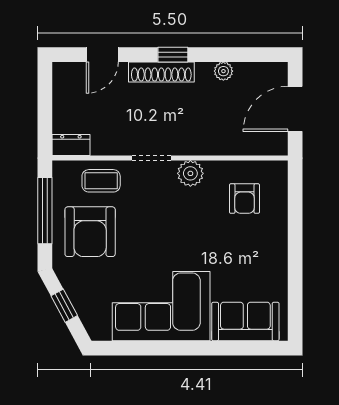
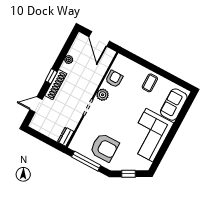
door: (102, 55) -> (36, 105), swing flipped
coffee table: (101, 181) -> (150, 83), moved
armchair: (244, 199) -> (114, 79), moved, turned -90

